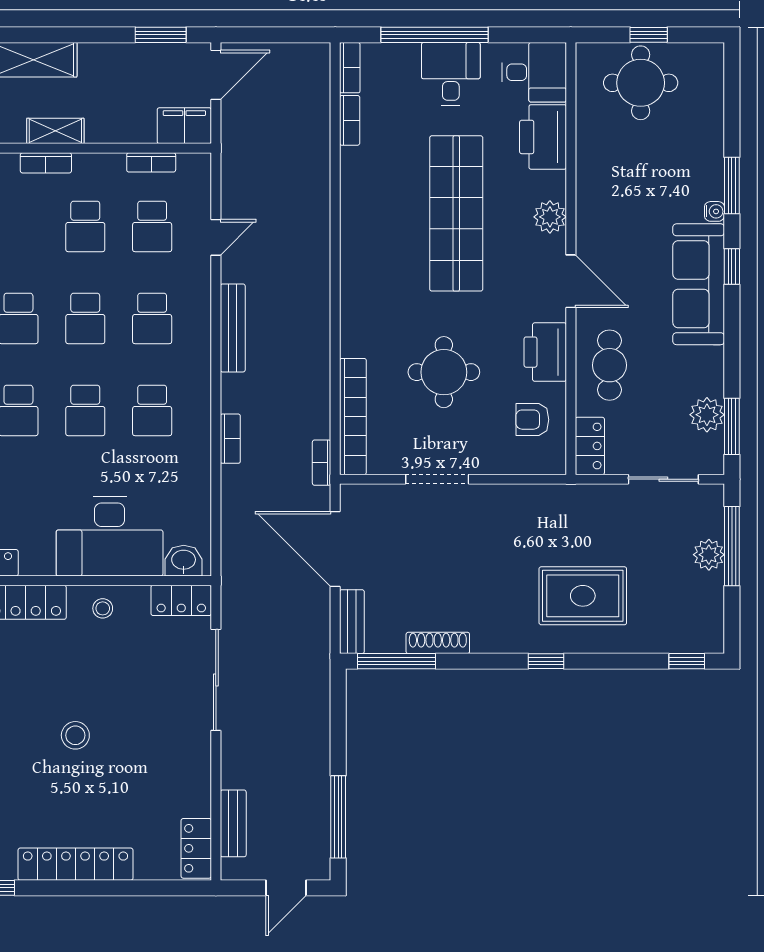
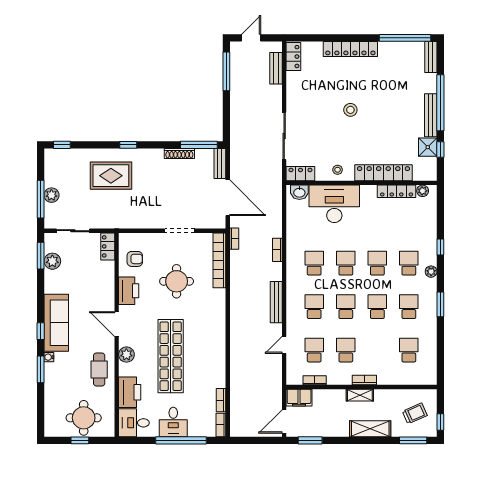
cafe table: (609, 365) -> (99, 370), moved

